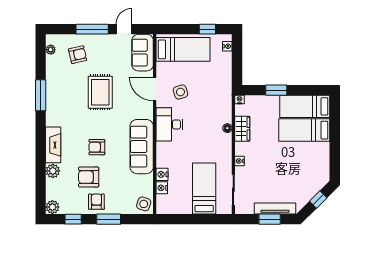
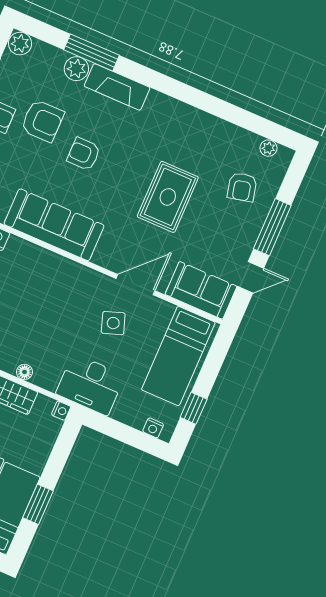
door: (124, 29) -> (250, 277), hinge flipped
window: (276, 90) -> (38, 504), moved
rug: (100, 92) -> (168, 197), turned 90
window: (41, 95) -> (91, 53), moved
desk: (169, 124) -> (90, 385), moved, turned 180
armchair: (97, 147) -> (84, 154), turned -90
armchair: (89, 177) -> (42, 121), turned 90

